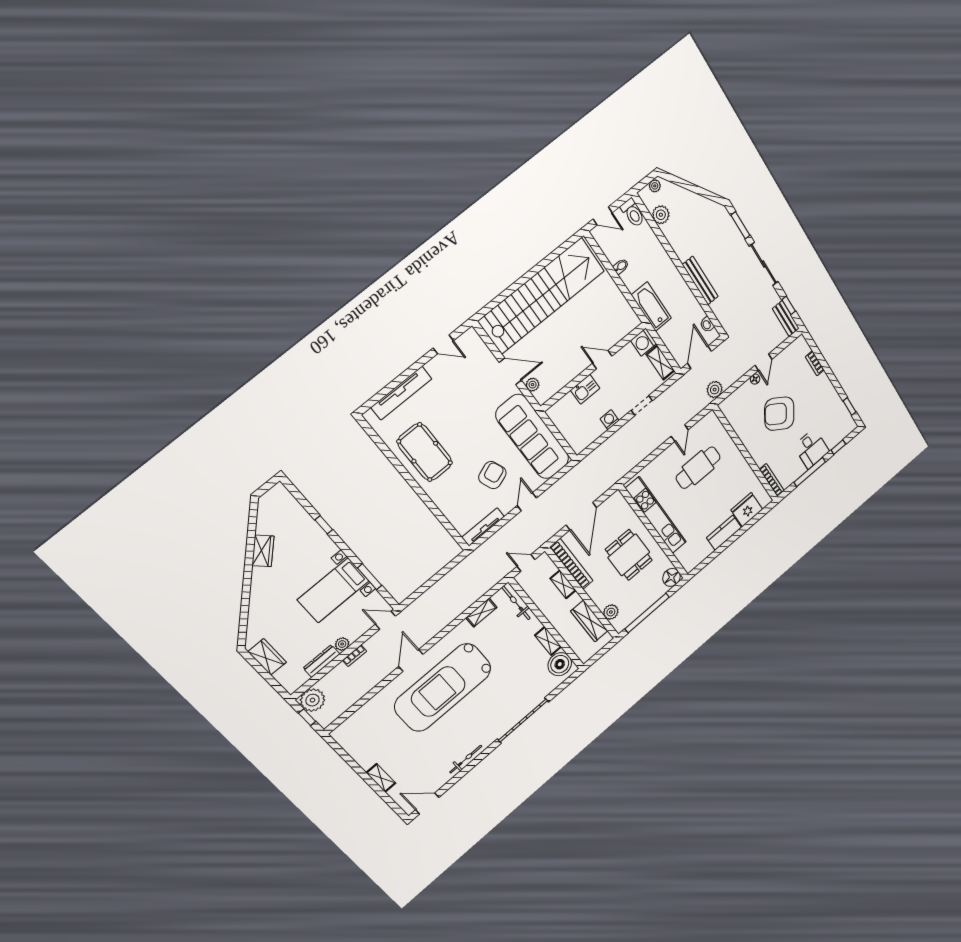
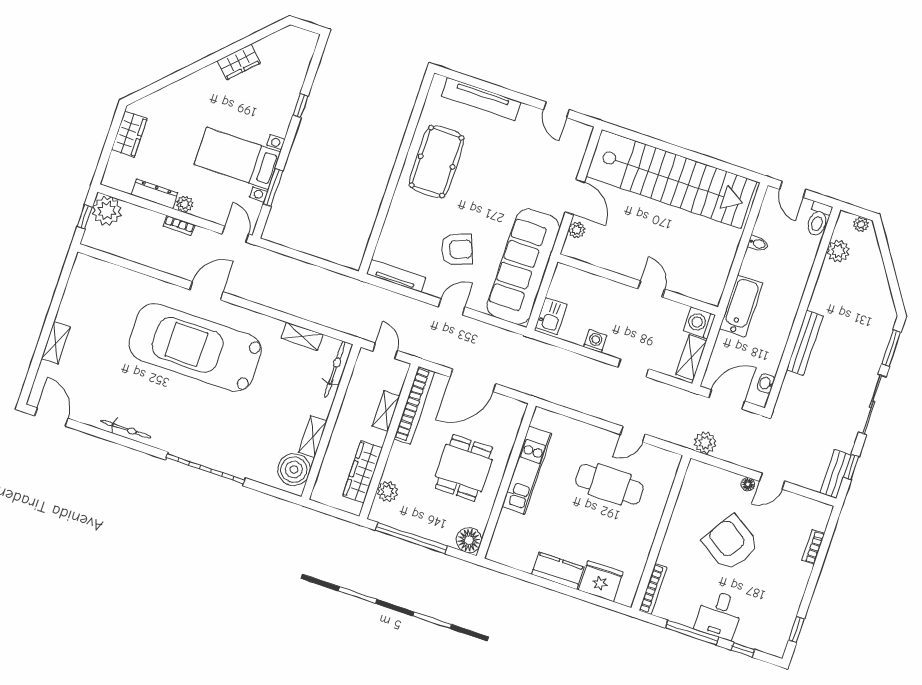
kitchen sink: (585, 389) -> (551, 316), moved, turned -90
kitchen unit: (656, 515) -> (527, 470), width x0.73

